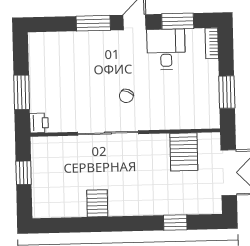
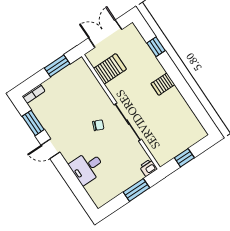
window: (93, 23) -> (67, 173), removed
desk: (166, 49) -> (87, 167), moved
server rack: (97, 203) -> (163, 84), moved

